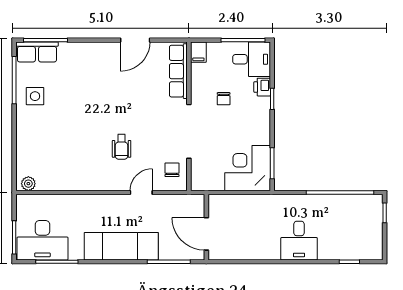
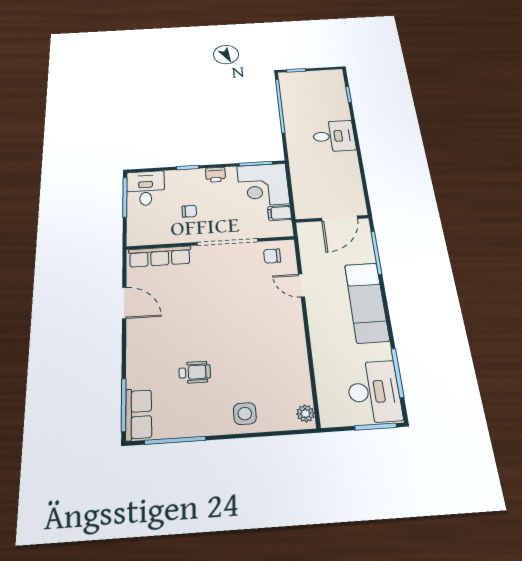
filing cabinet: (198, 52) -> (280, 213), moved, turned 180
printer: (262, 87) -> (215, 175), moved
side table: (35, 96) -> (245, 414), moved
wheelchair: (122, 147) -> (195, 372), moved

